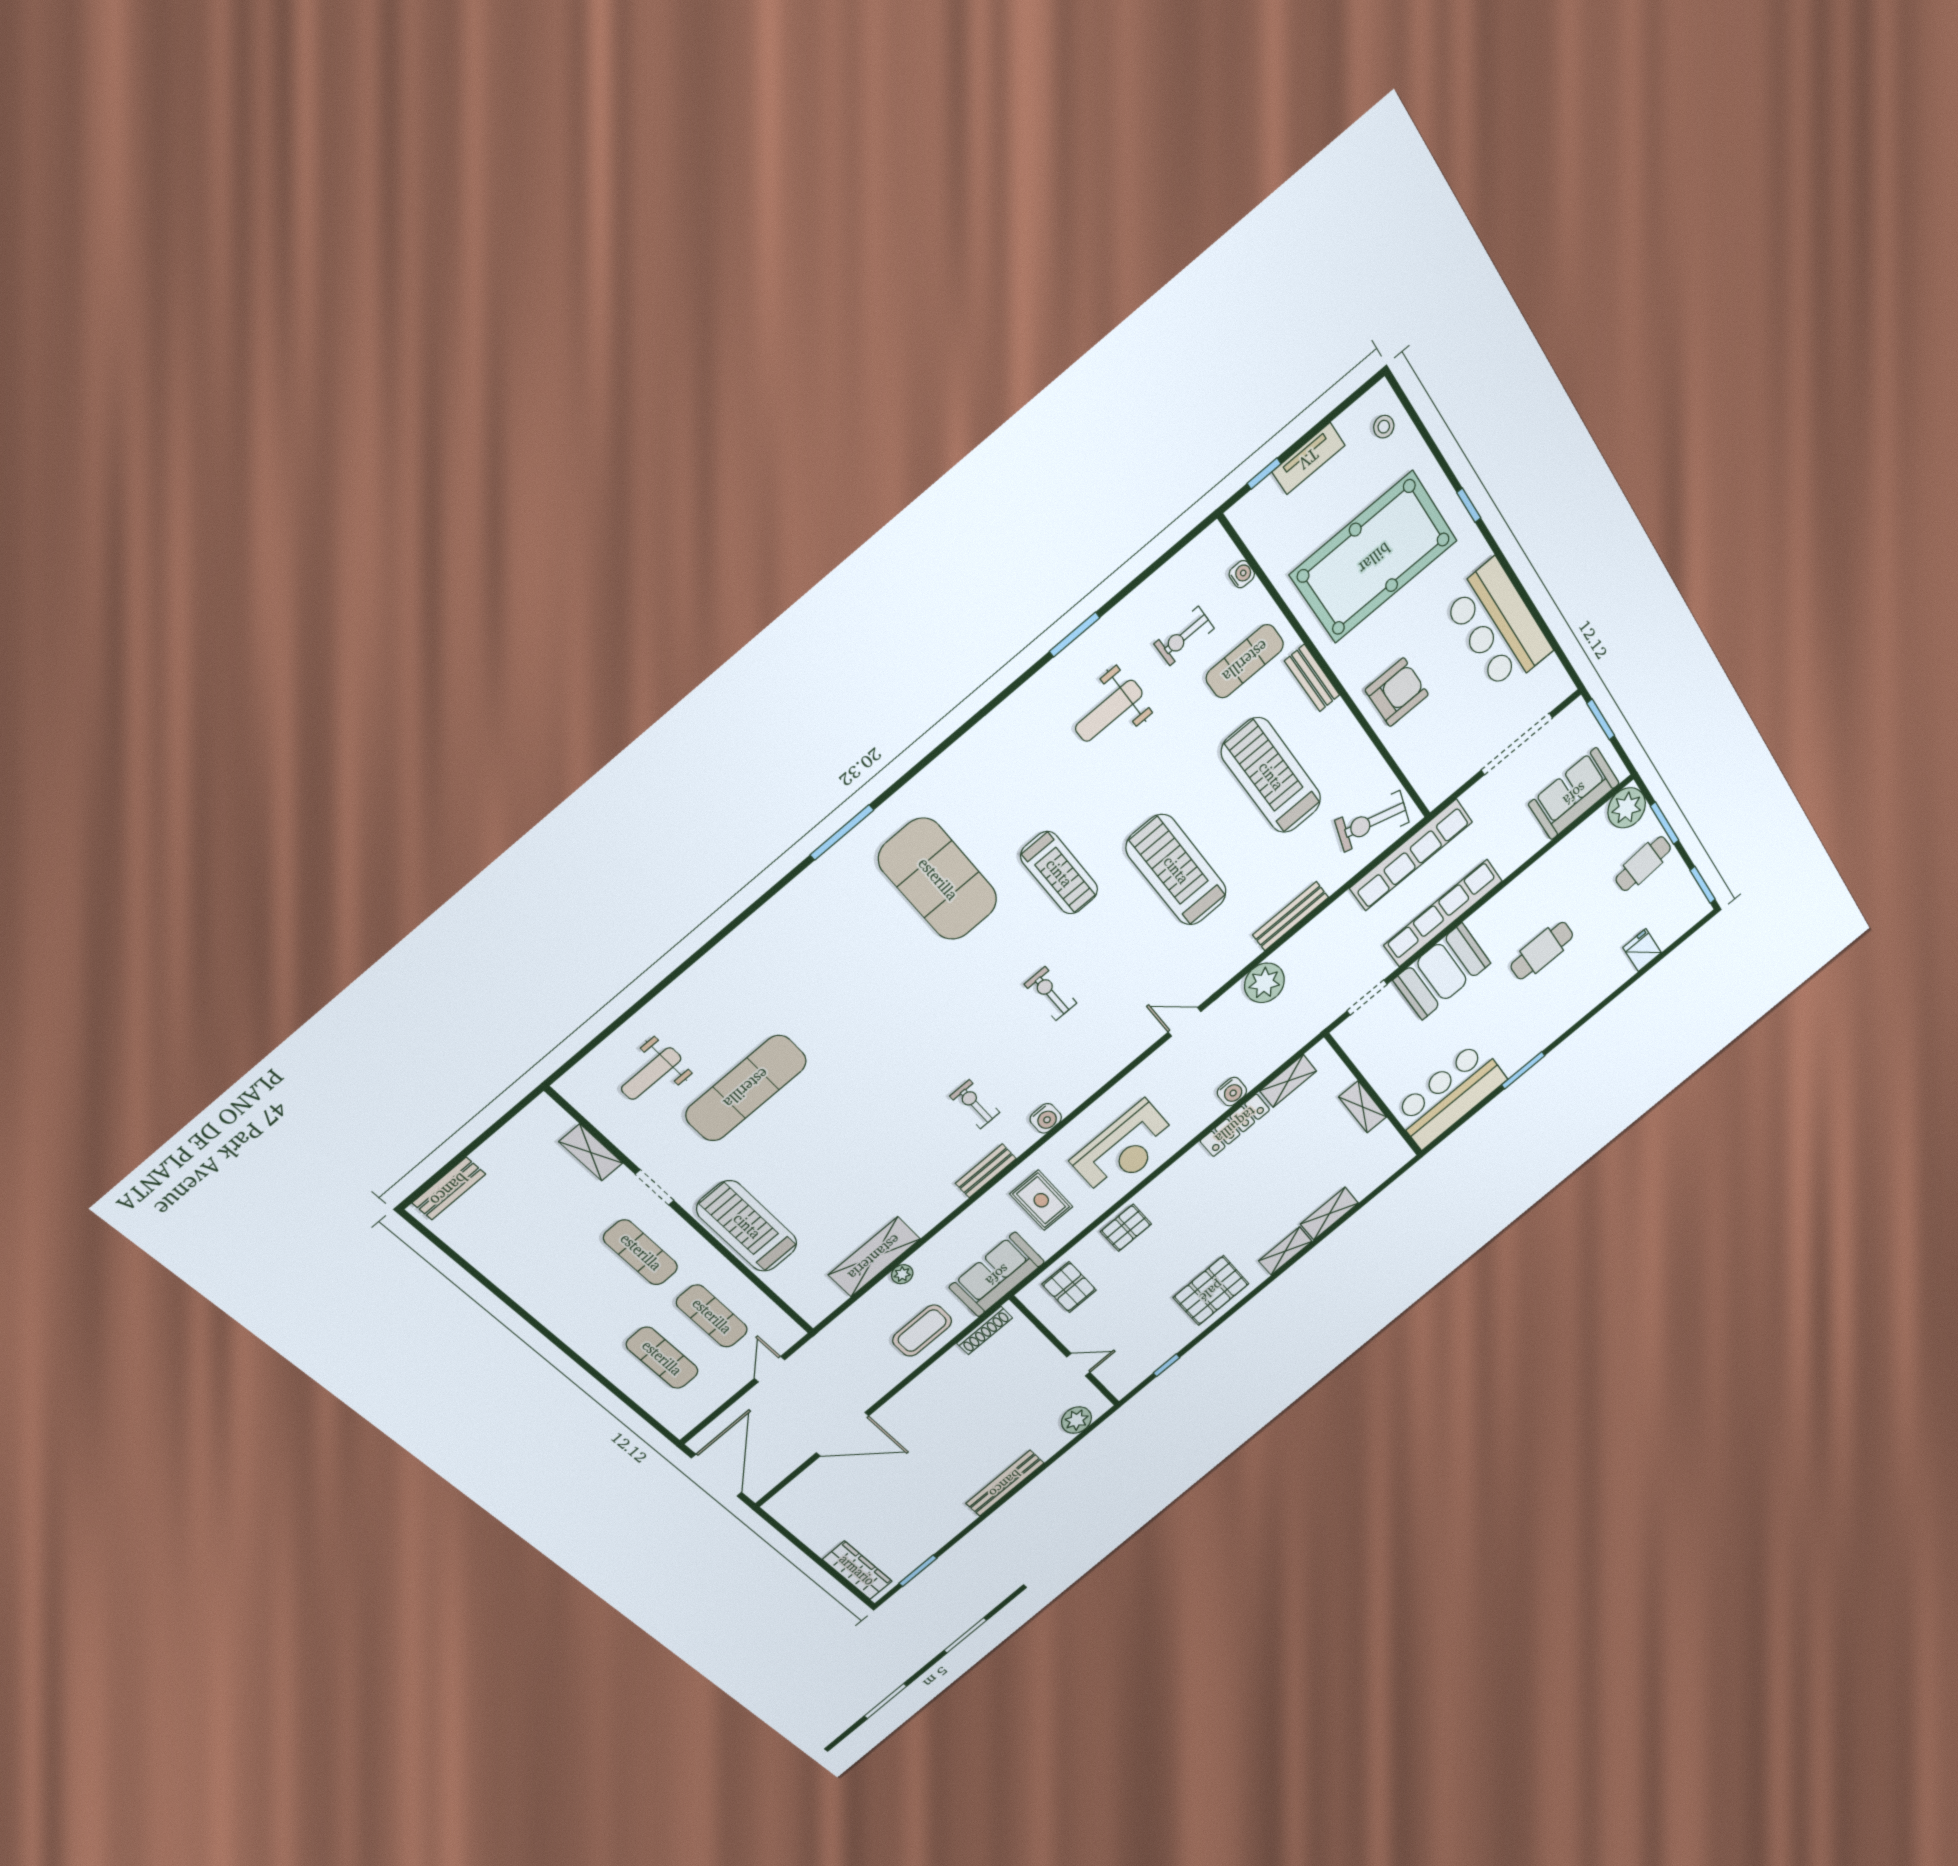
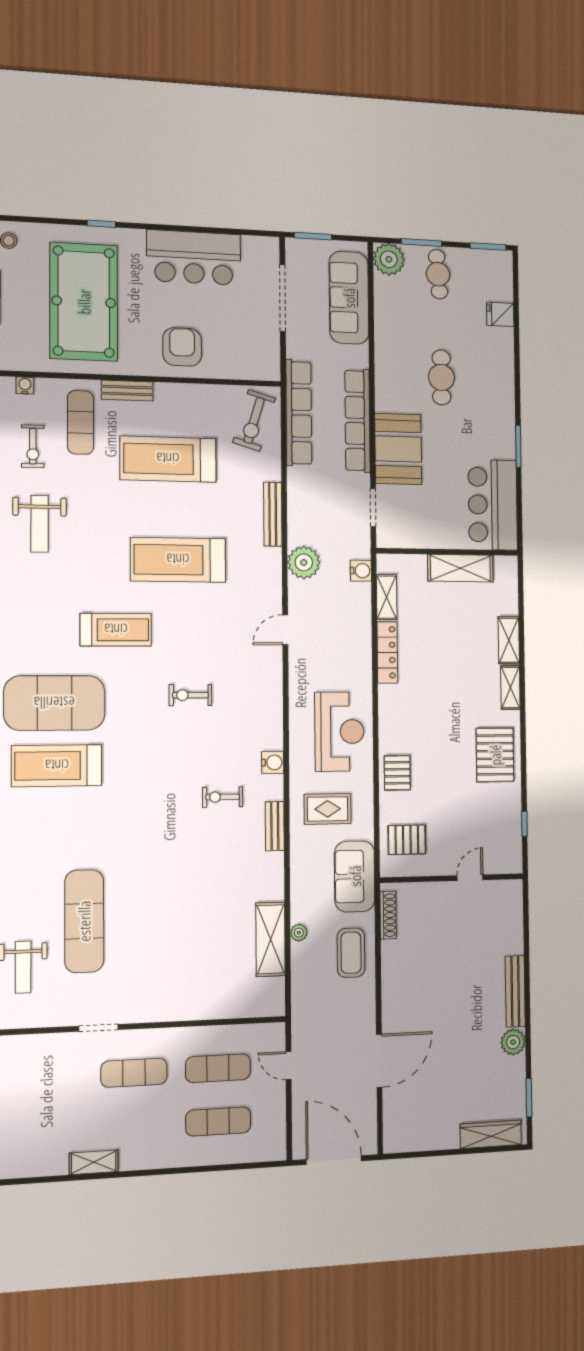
sofa: (1574, 794) -> (349, 298), width x1.36
water cooler: (1232, 1092) -> (361, 571), moved
shelving: (1363, 1107) -> (460, 568), width x1.50, depth x1.33
shelving: (591, 1152) -> (94, 1162), moved
treadmill: (747, 1226) -> (57, 766), moved
plant: (1077, 1420) -> (513, 1042), moved

